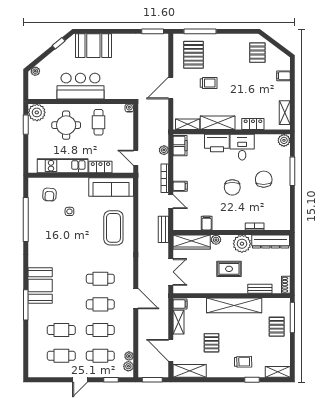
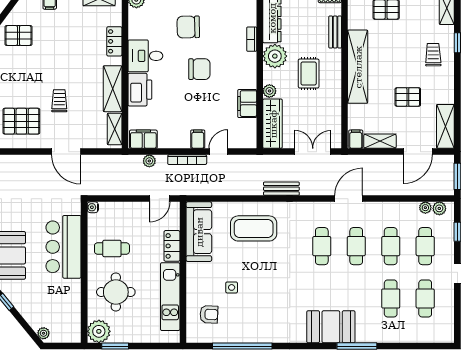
bar counter: (80, 86) -> (64, 247), moved
filing cabinet: (207, 223) -> (247, 104), width x2.00
bench: (163, 229) -> (281, 189), moved

